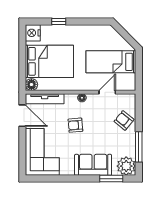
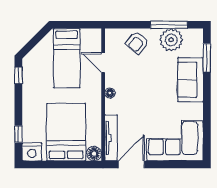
window: (59, 22) -> (18, 134), moved
window: (97, 22) -> (18, 75), added
armchair: (75, 125) -> (143, 101), removed
plant: (126, 166) -> (171, 40), moved

